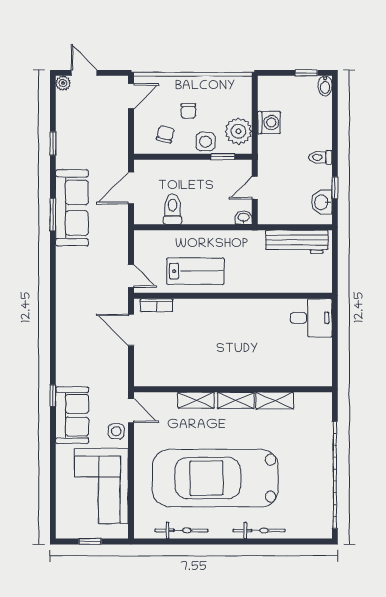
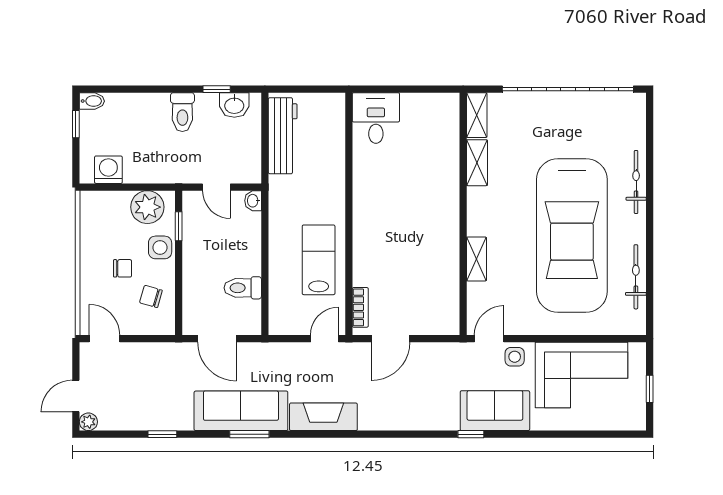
washing machine: (269, 123) -> (108, 170), moved
toilet: (320, 157) -> (182, 112), width x1.37, depth x1.39
fireplace: (67, 275) -> (323, 417), added
shelving: (236, 400) -> (477, 115), moved

